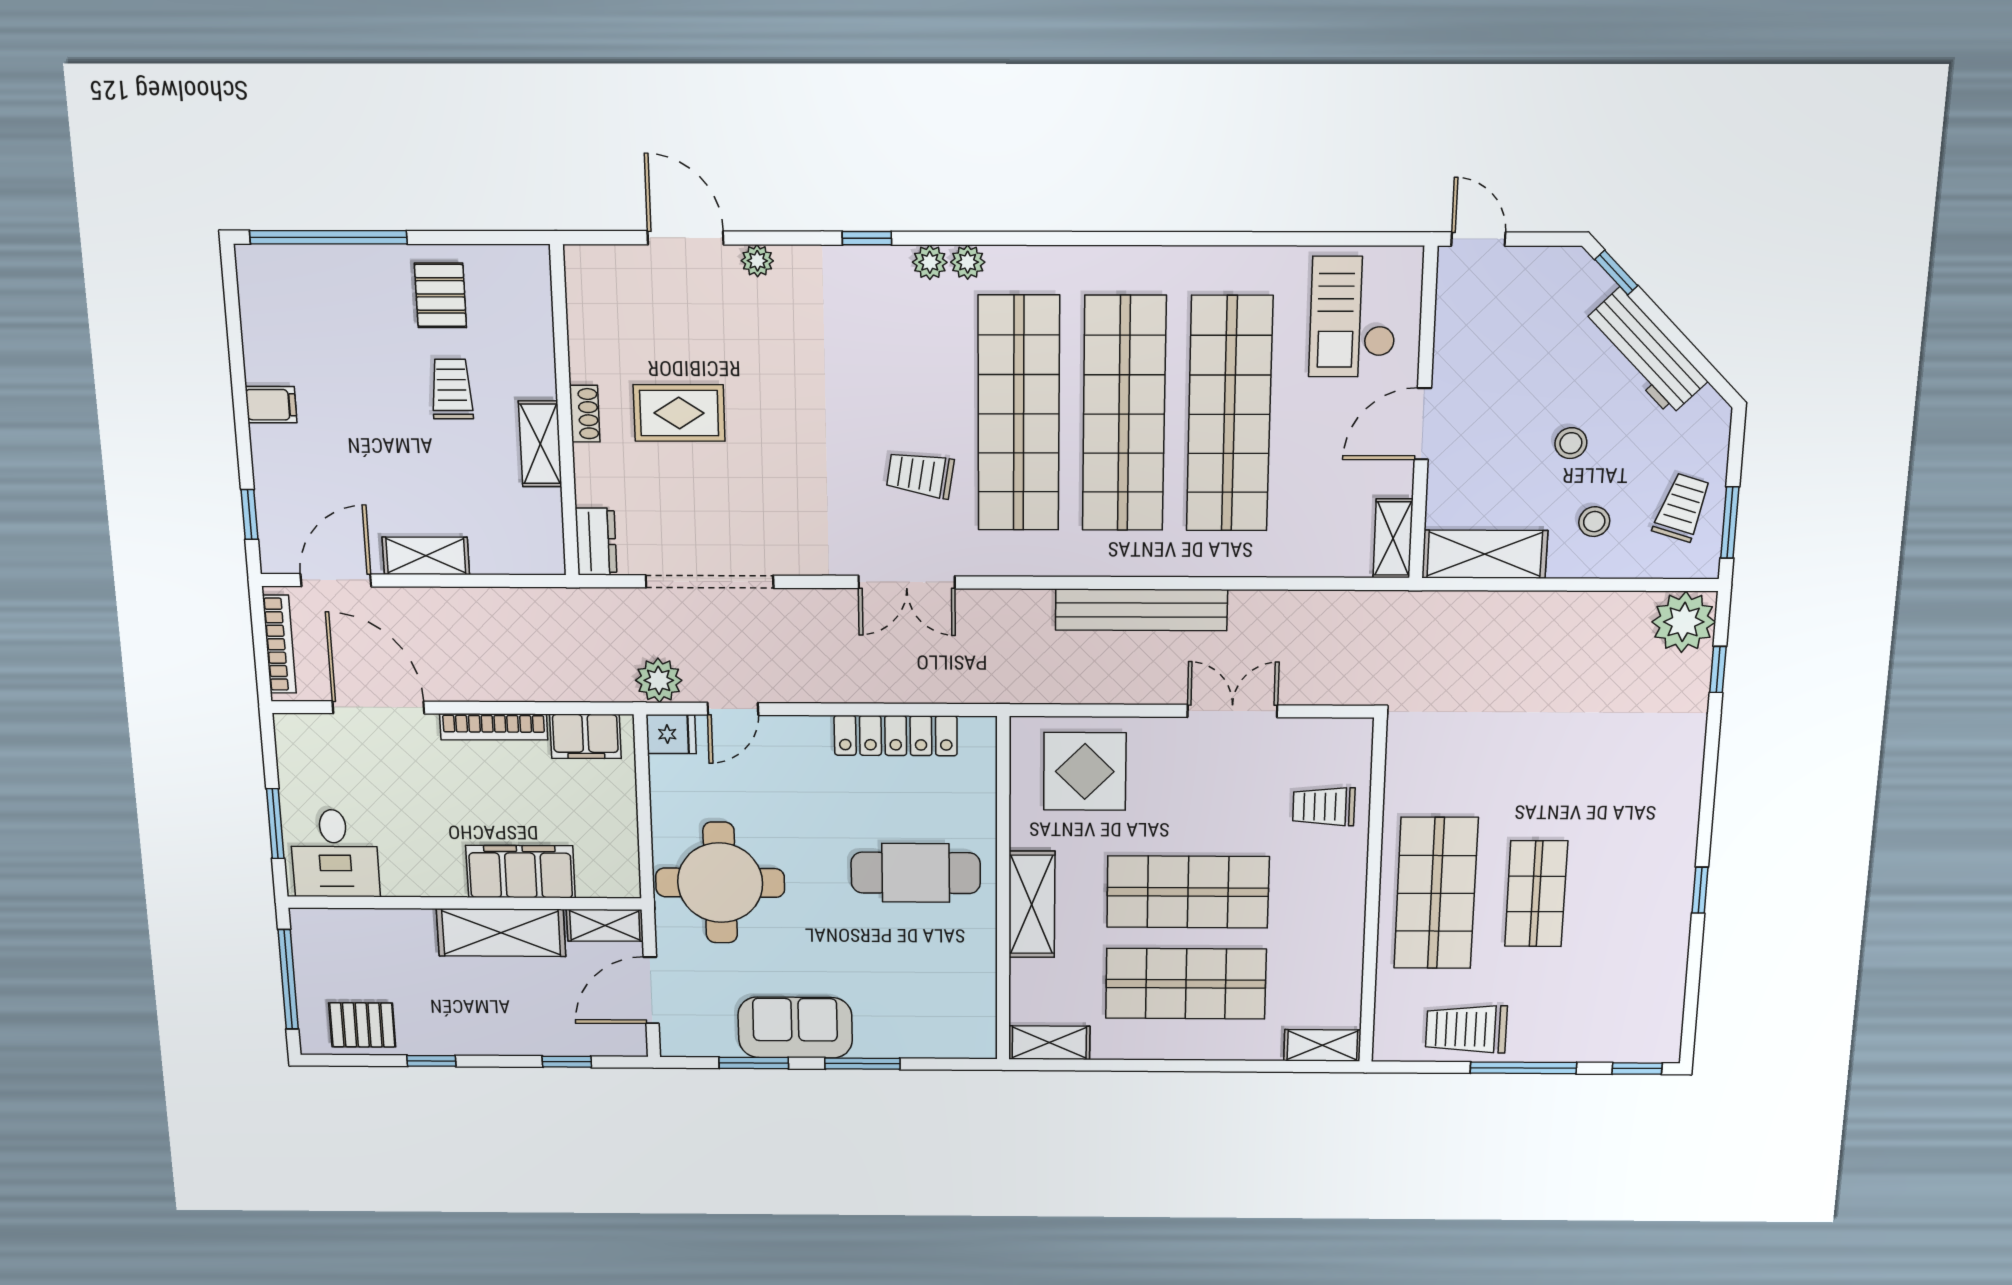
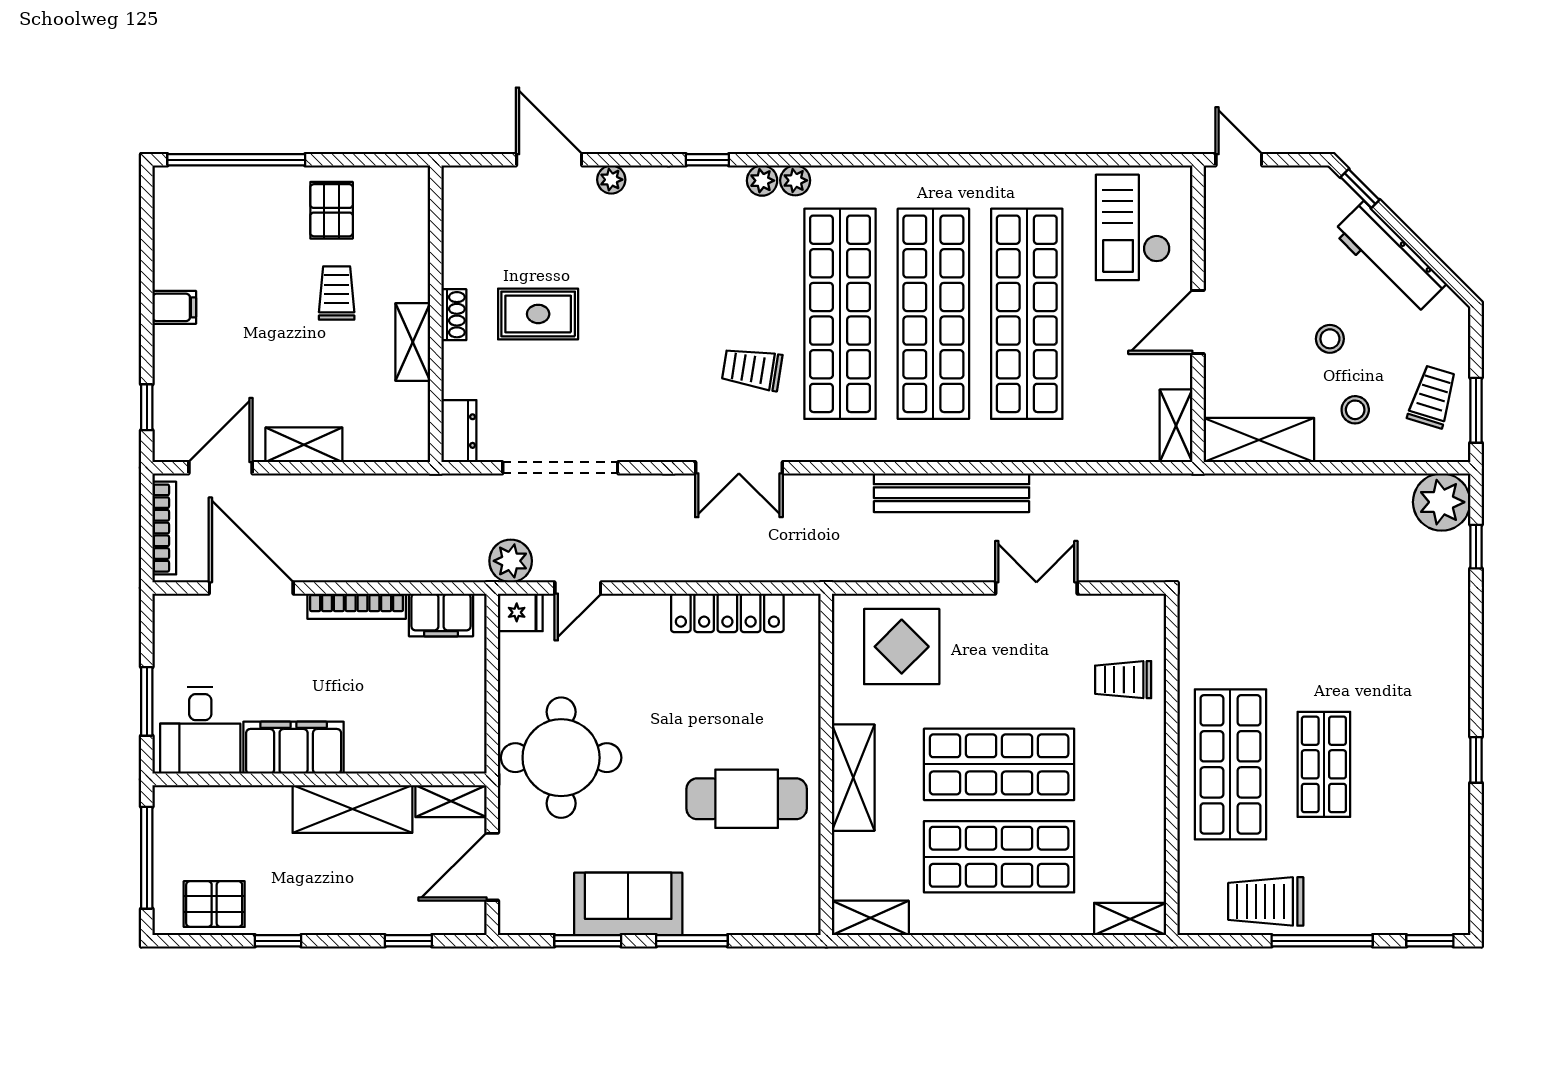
filing cabinet: (521, 872) -> (294, 748), moved
cafe table: (916, 873) -> (747, 799), moved

